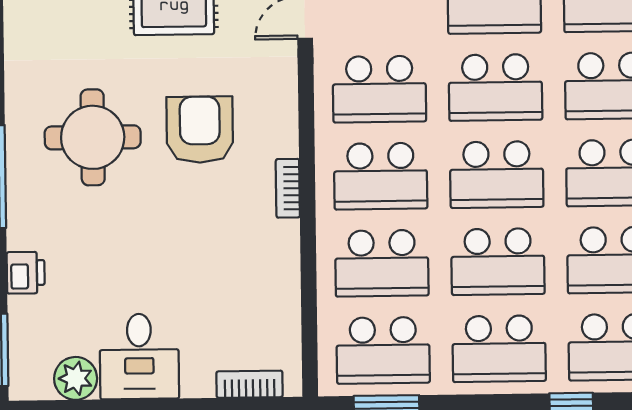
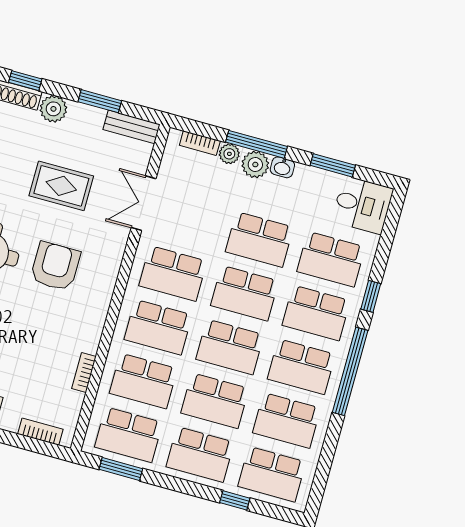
bookcase: (288, 188) -> (84, 372), moved

